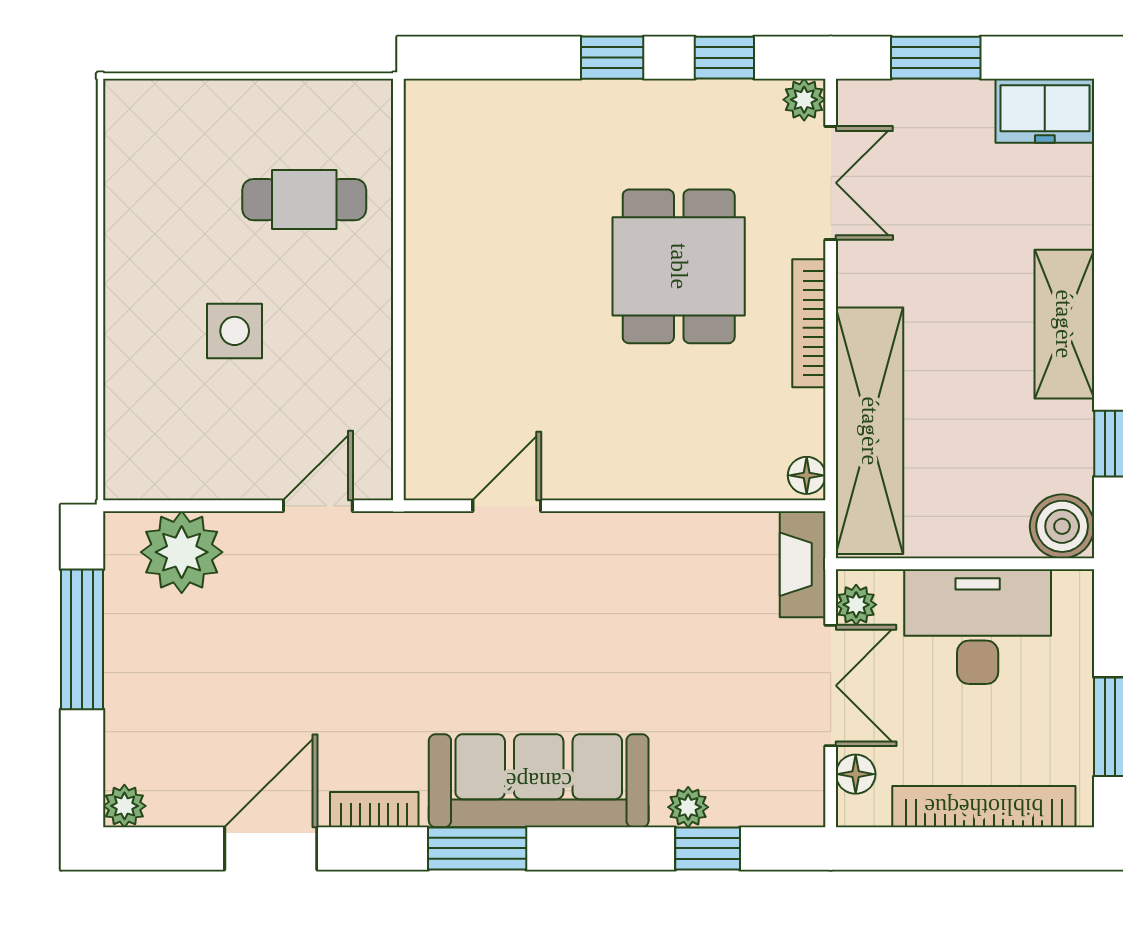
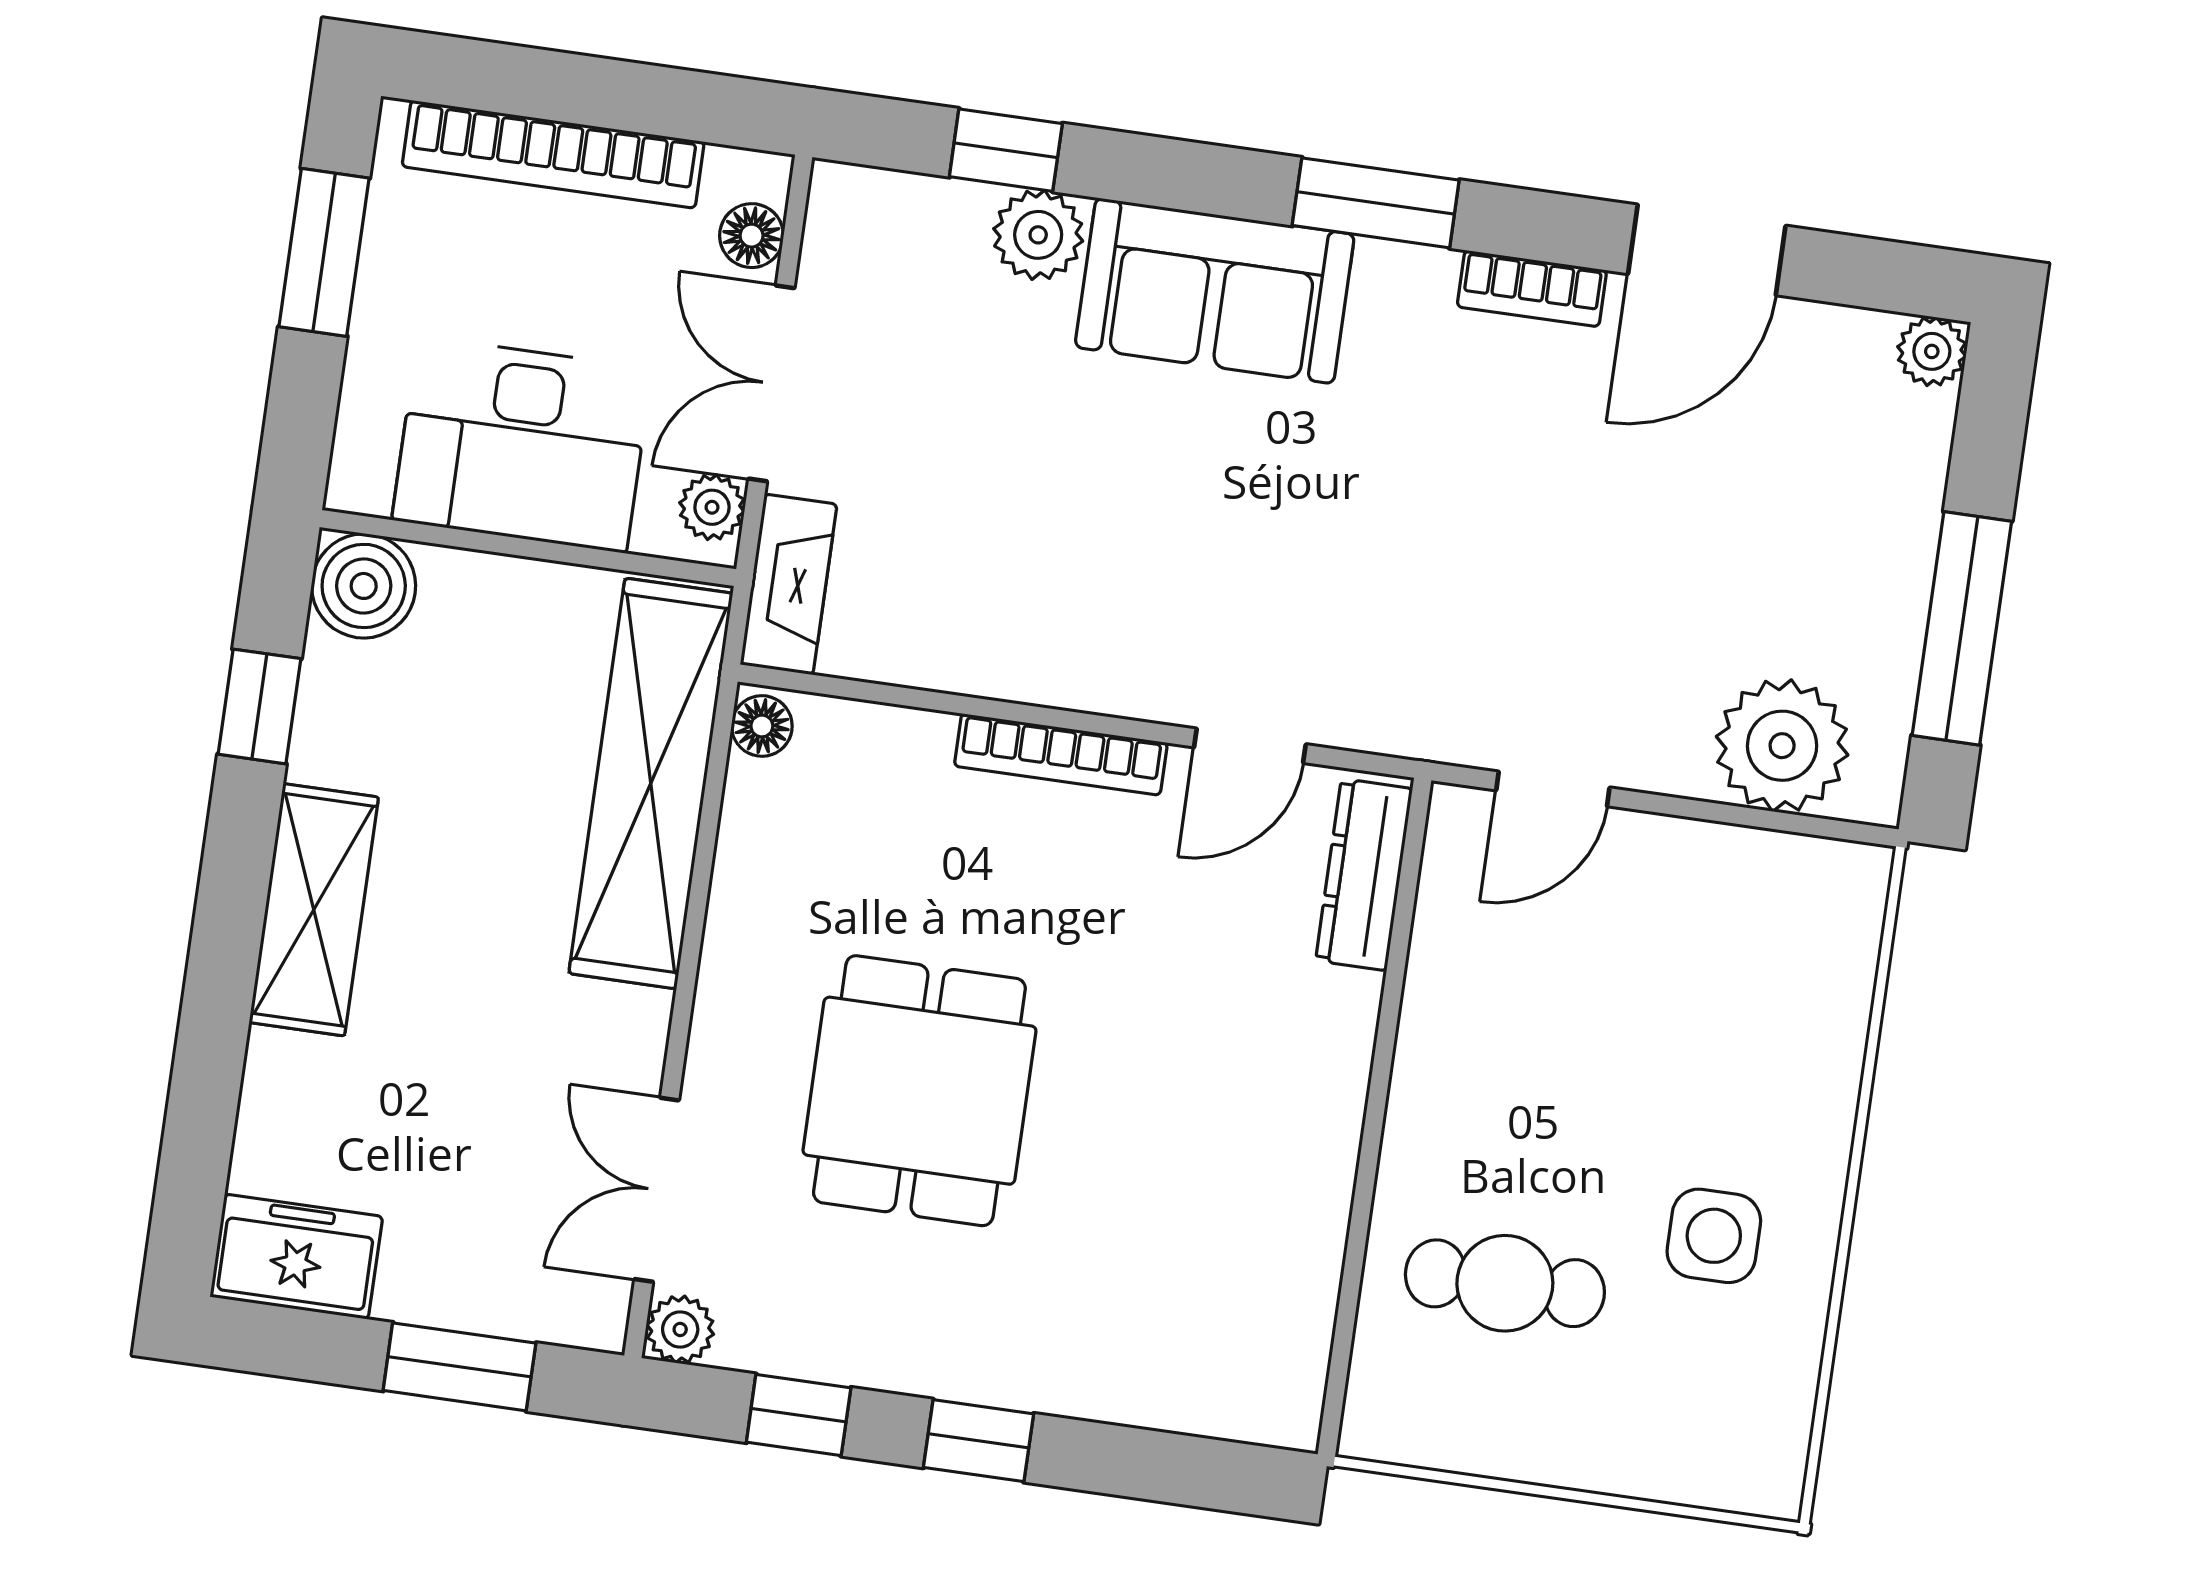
bookcase: (809, 323) -> (1061, 754), moved, turned 90
side table: (235, 331) -> (1714, 1236), moved
dresser: (426, 437) -> (1364, 875), added
sofa: (539, 781) -> (1215, 291), width x0.73
plant: (688, 807) -> (1038, 235), width x1.38, depth x1.38

